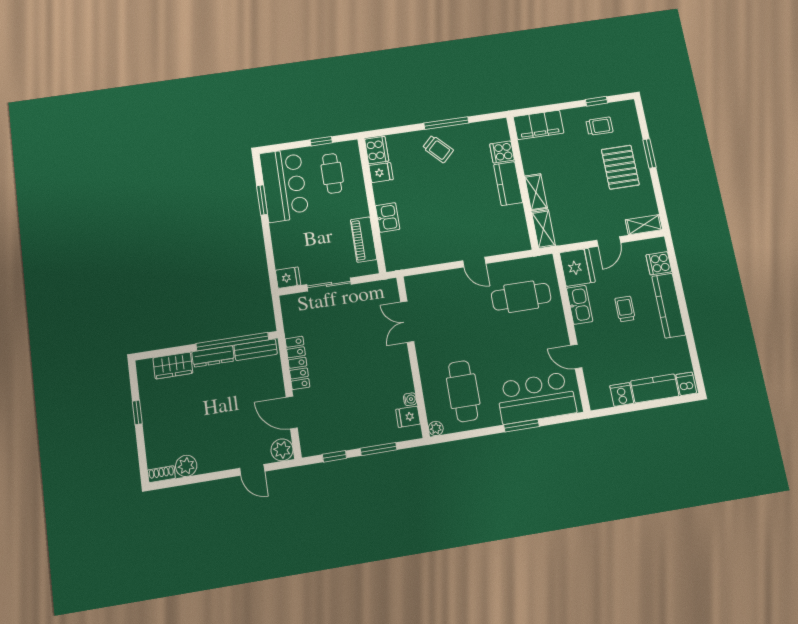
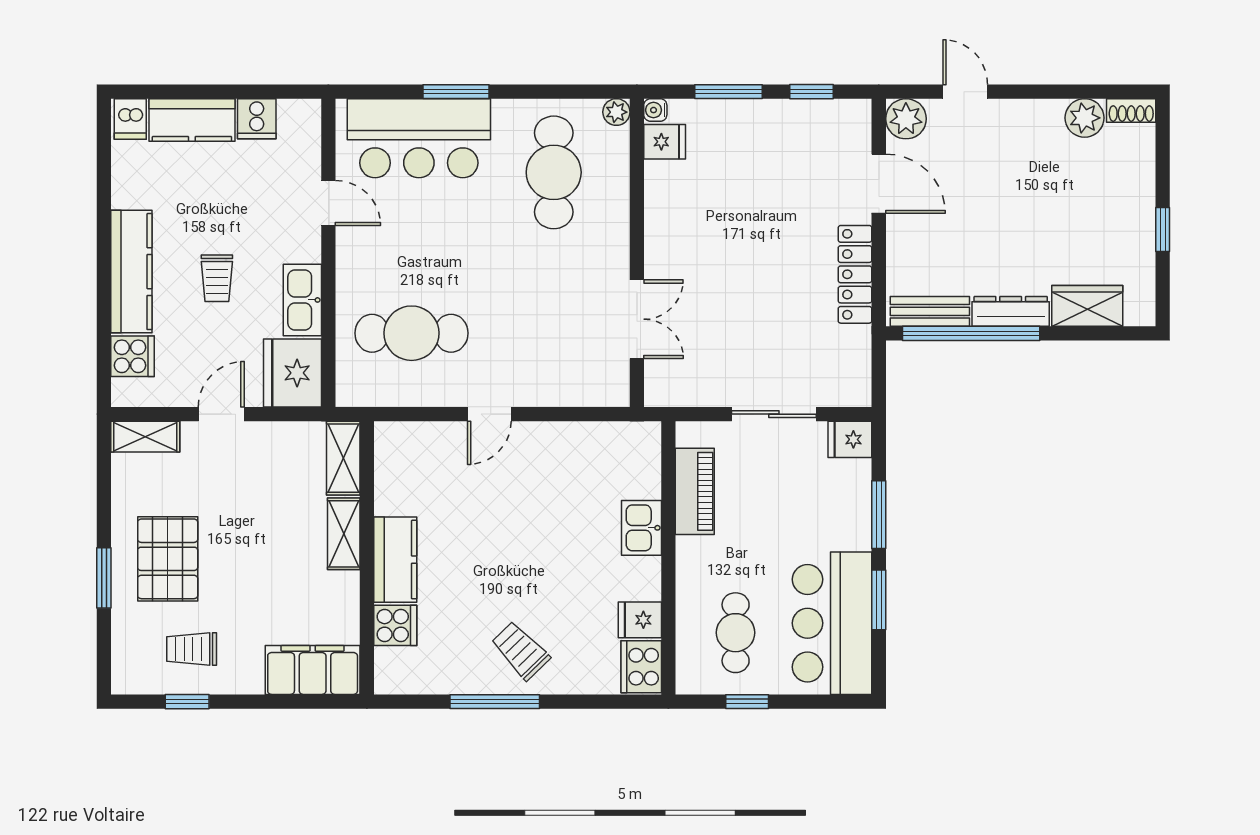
window: (268, 242) -> (879, 515), added
door: (474, 262) -> (489, 414), swing flipped
water cooler: (410, 399) -> (655, 110), moved

